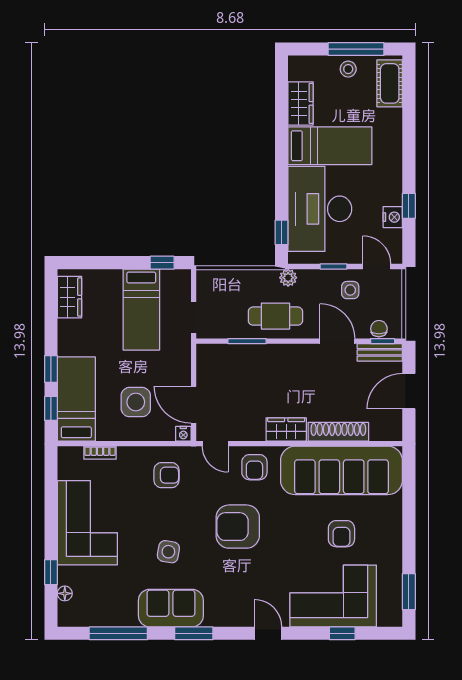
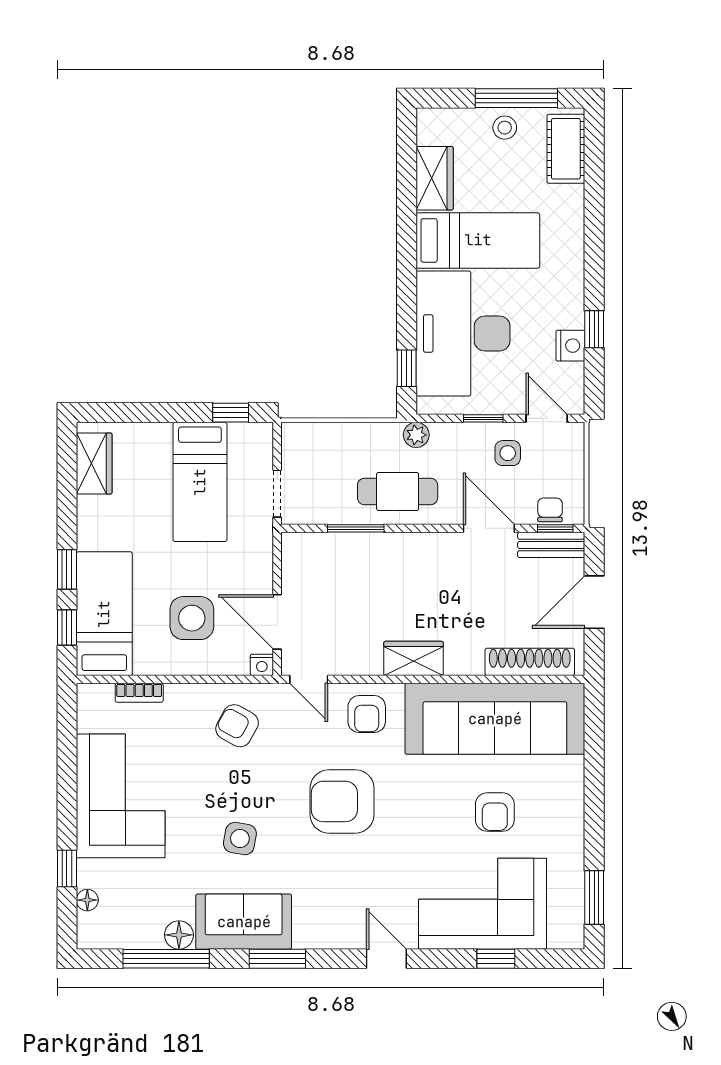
shoe rack: (338, 432) -> (530, 662), moved
armchair: (166, 475) -> (237, 726), turned -151
floor lamp: (127, 617) -> (179, 935), added

